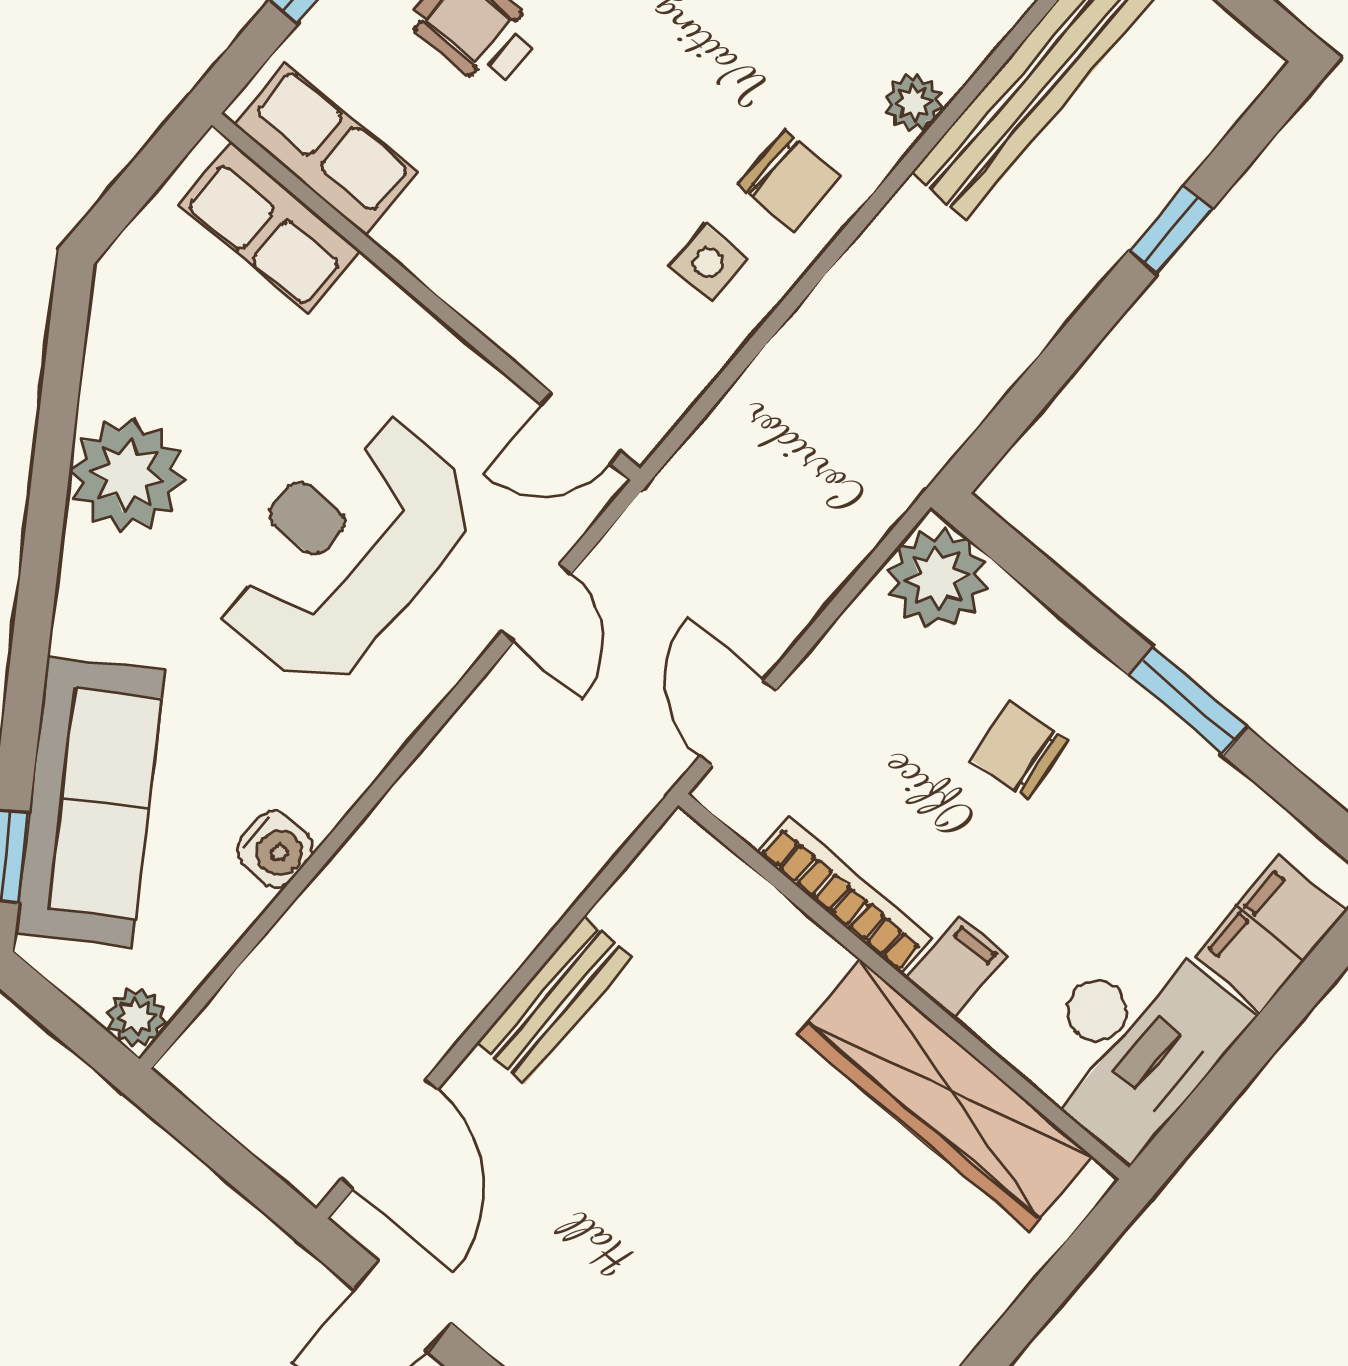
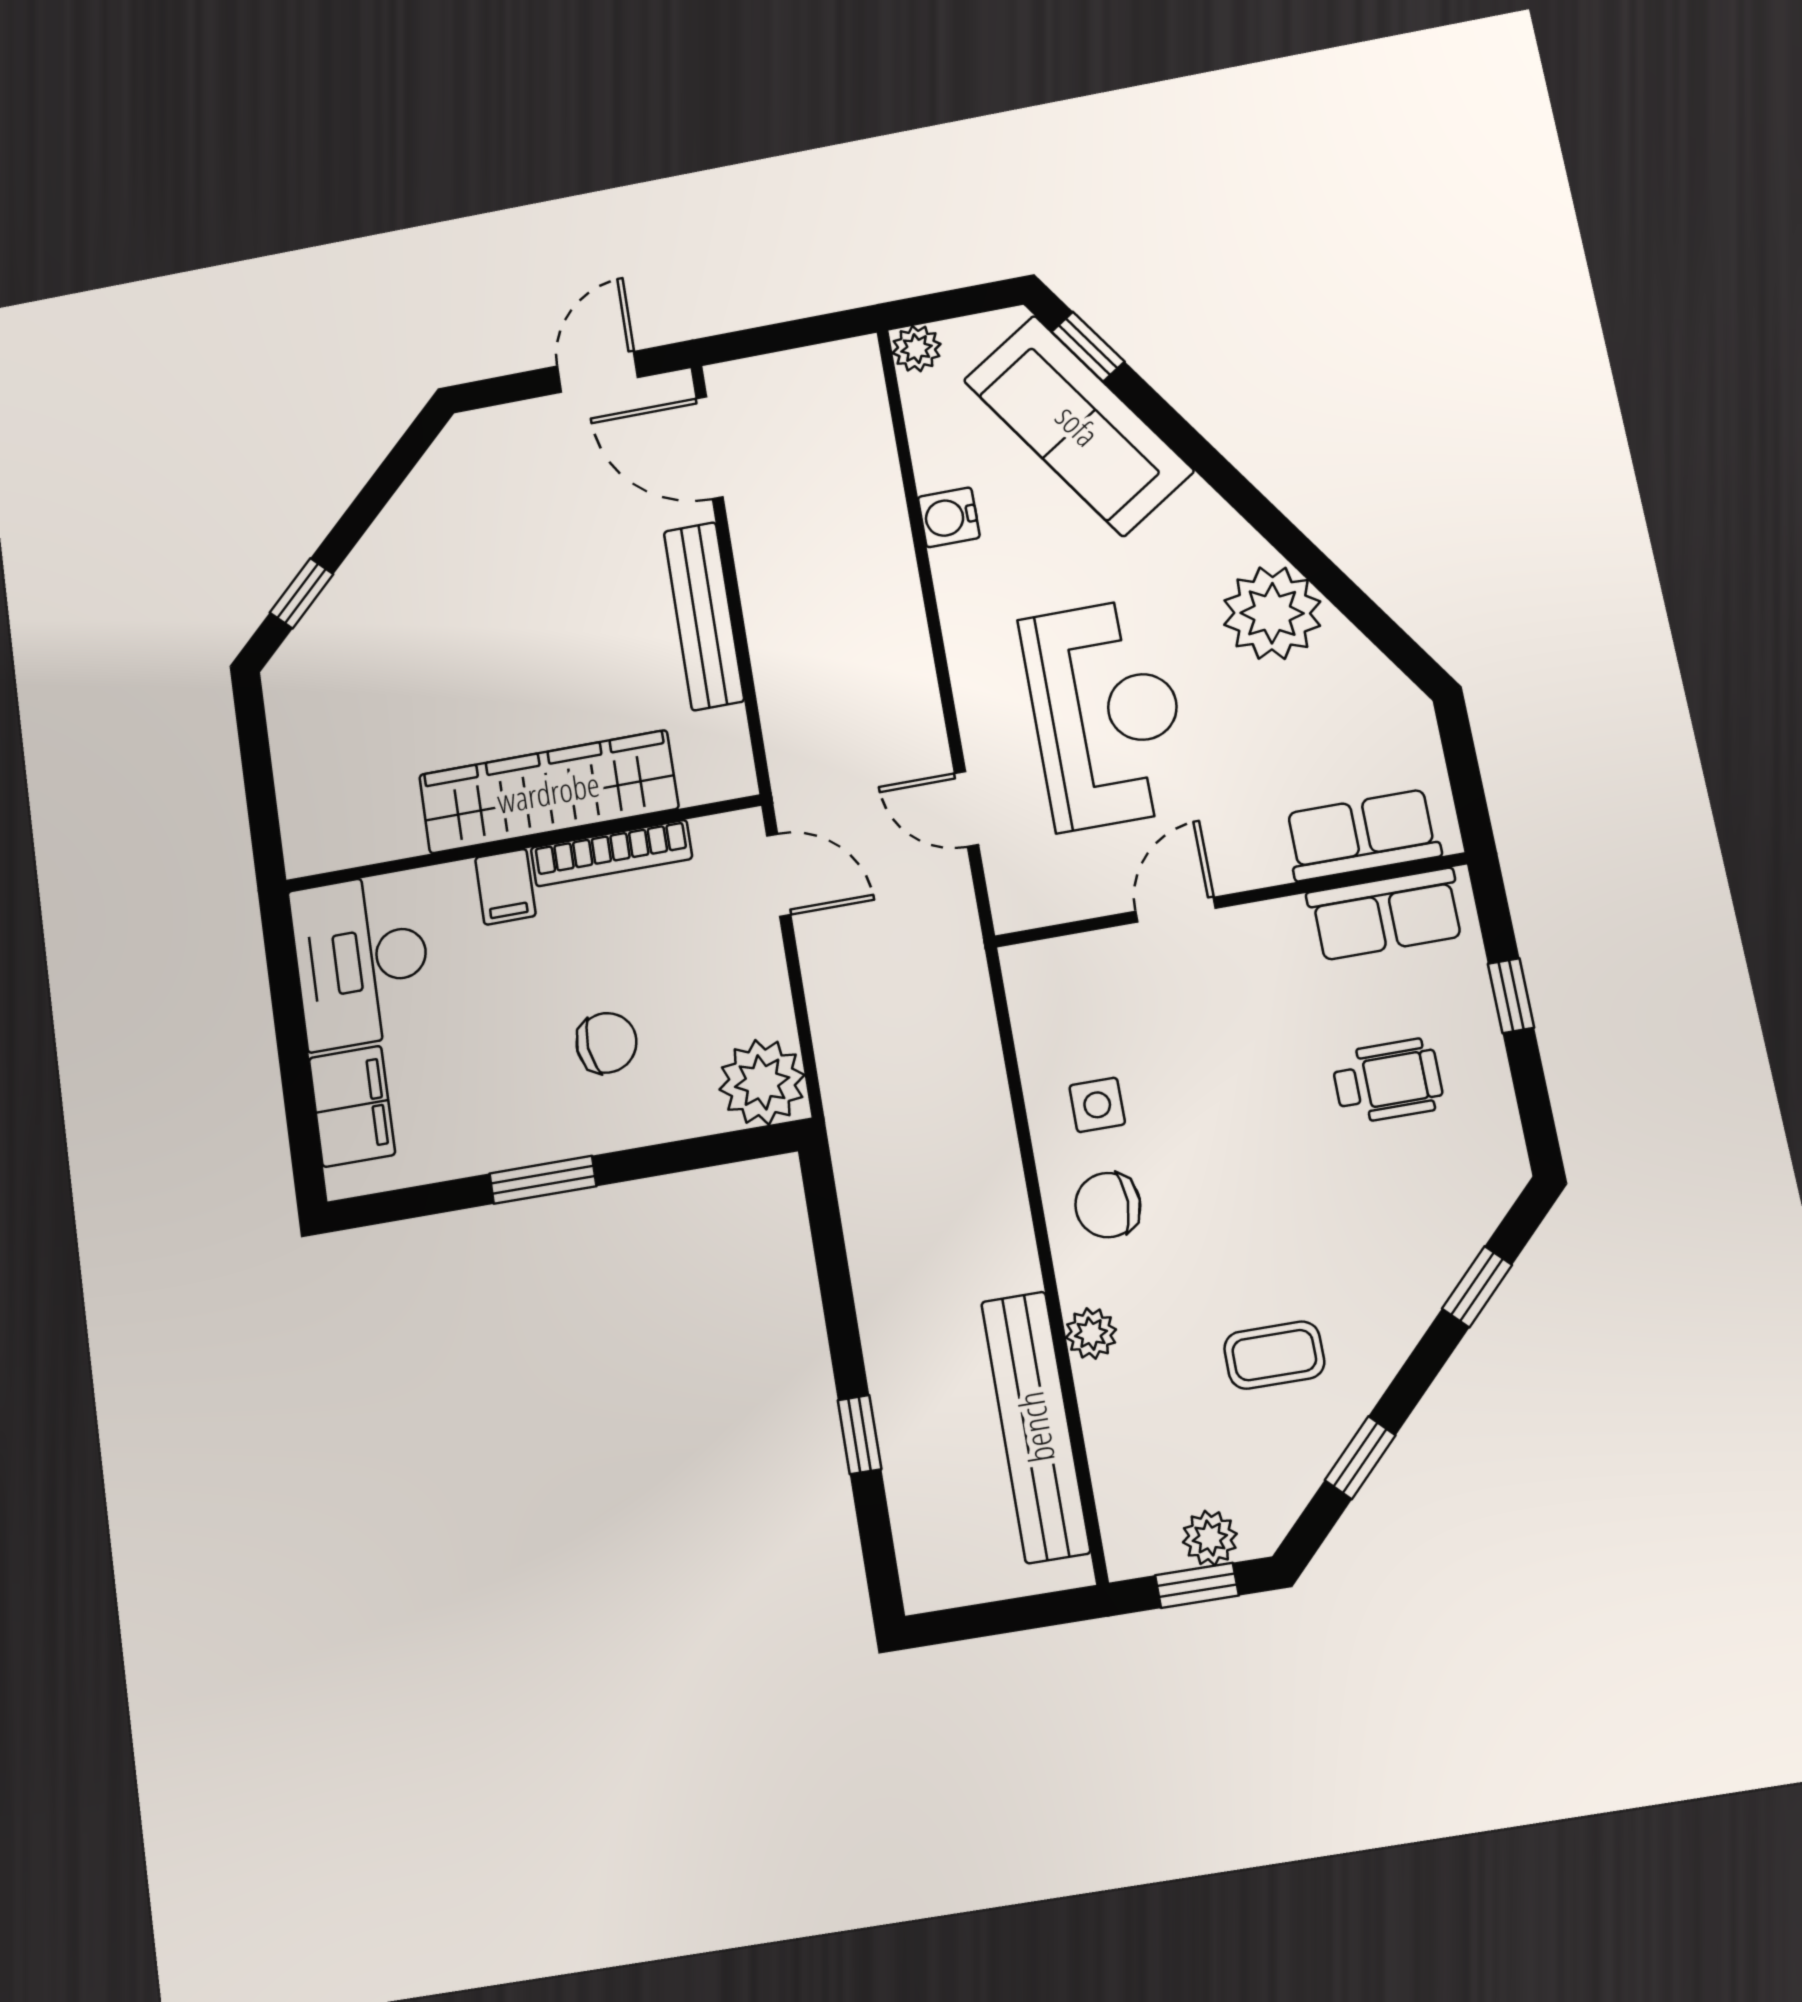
door: (581, 428) -> (1176, 910), moved
bench: (554, 1000) -> (704, 616), width x1.36
wardrobe: (945, 1095) -> (548, 792), moved

